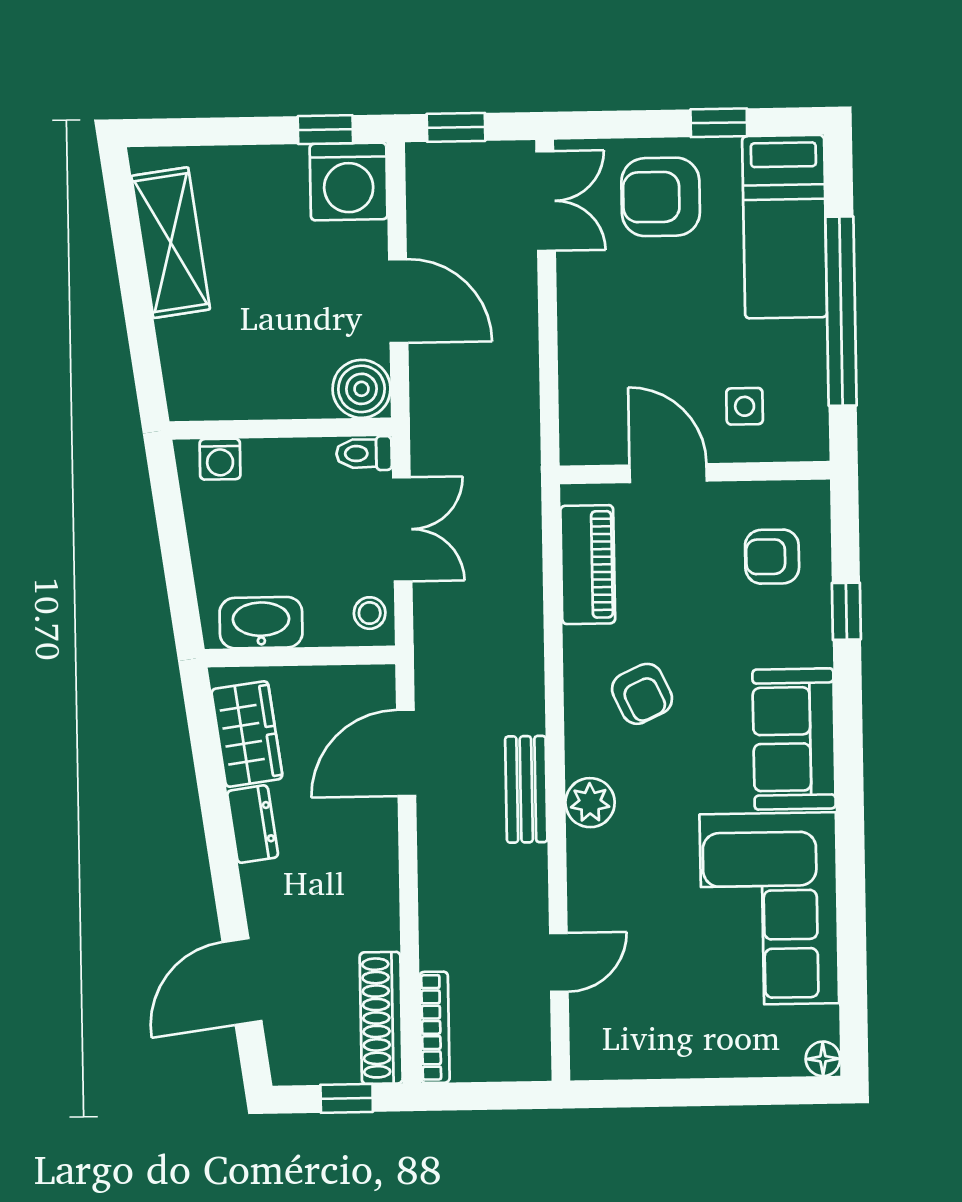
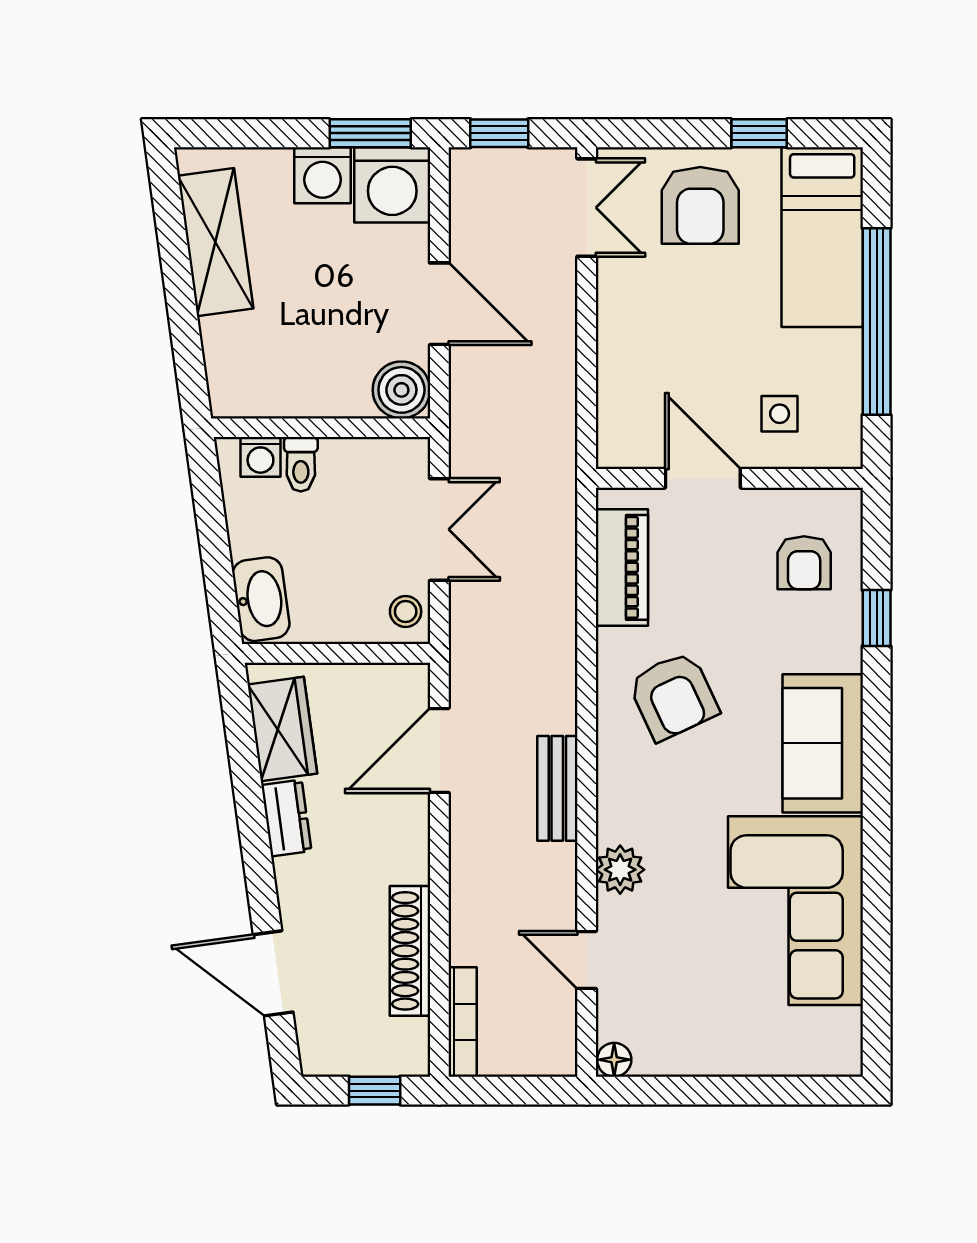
window: (325, 130) -> (370, 133), width x1.50
washing machine: (278, 173) -> (323, 175), added
armchair: (661, 197) -> (700, 205), turned -90
toilet: (364, 453) -> (301, 464), moved, turned -90
armchair: (772, 557) -> (804, 563), turned -90
washbasin: (261, 623) -> (261, 599), moved, turned 82
armchair: (642, 694) -> (673, 696), width x1.38, depth x1.38
plant: (590, 803) -> (620, 870), moved
door: (559, 962) -> (587, 960), swing flipped
door: (242, 981) -> (273, 973), hinge flipped
shoe rack: (381, 1018) -> (410, 951), moved
floor lamp: (823, 1059) -> (614, 1060), moved

